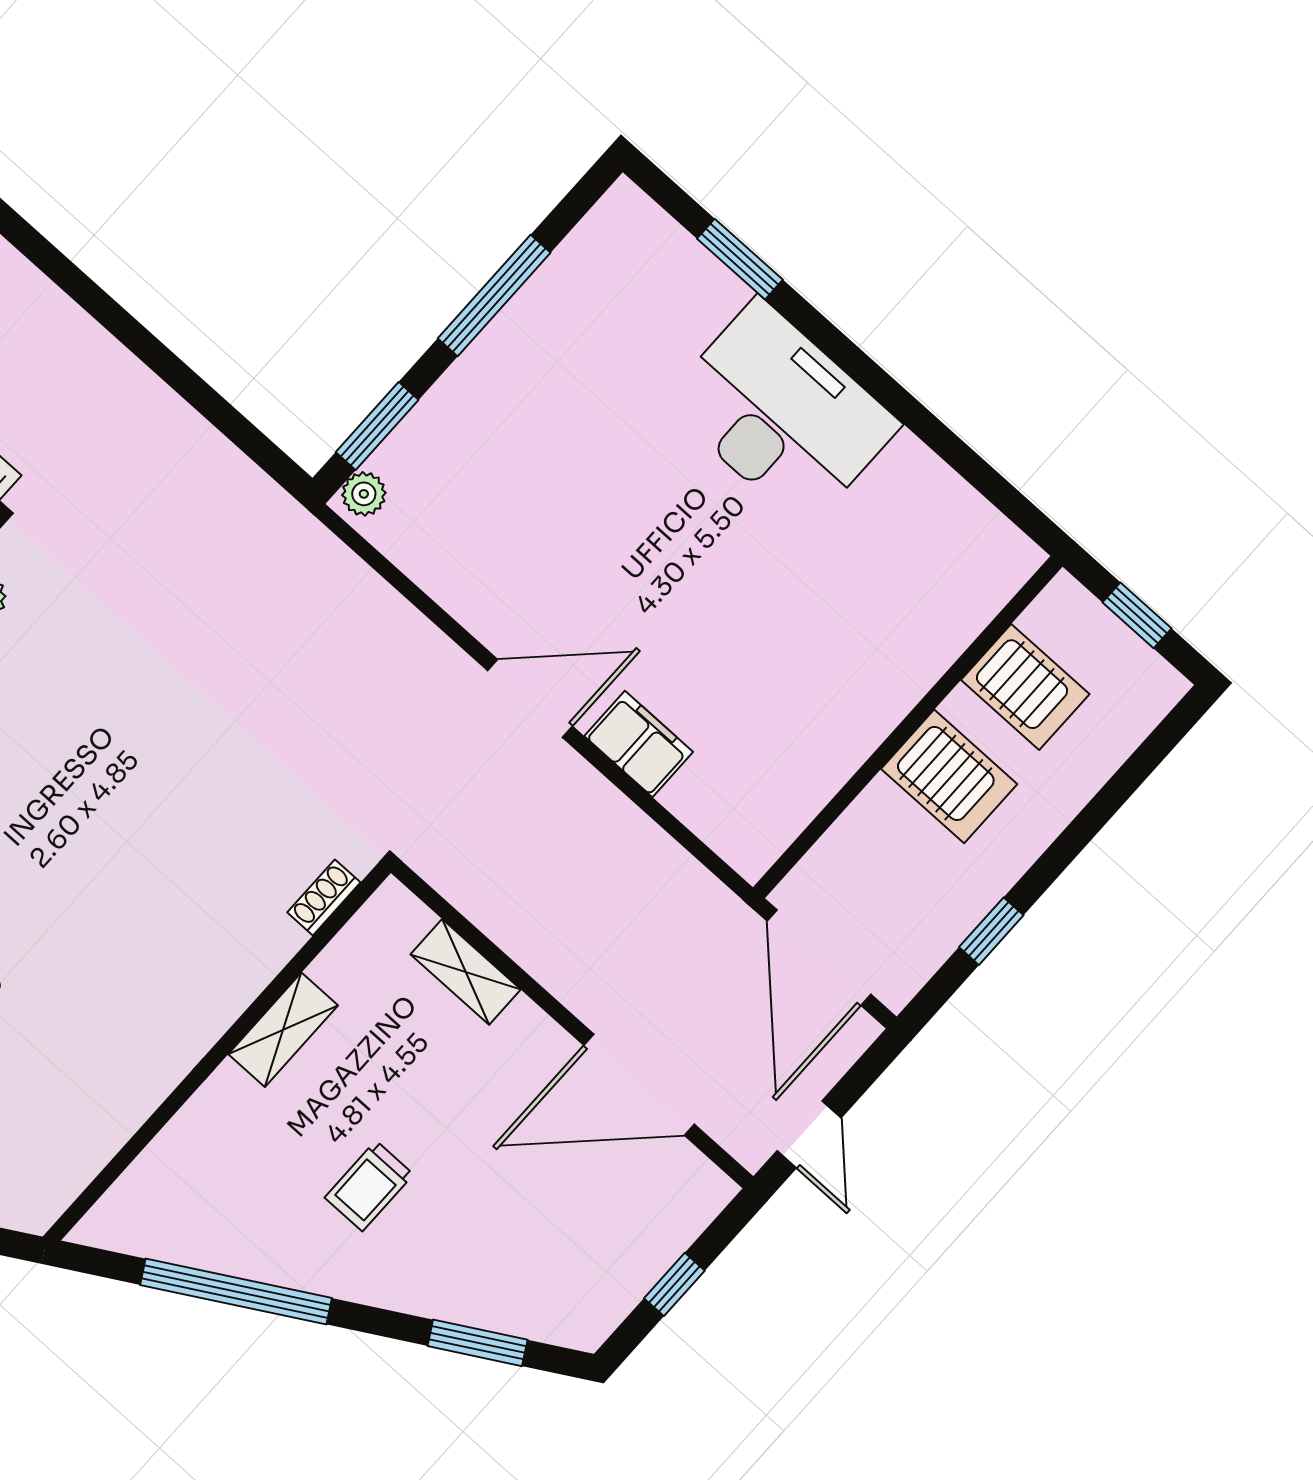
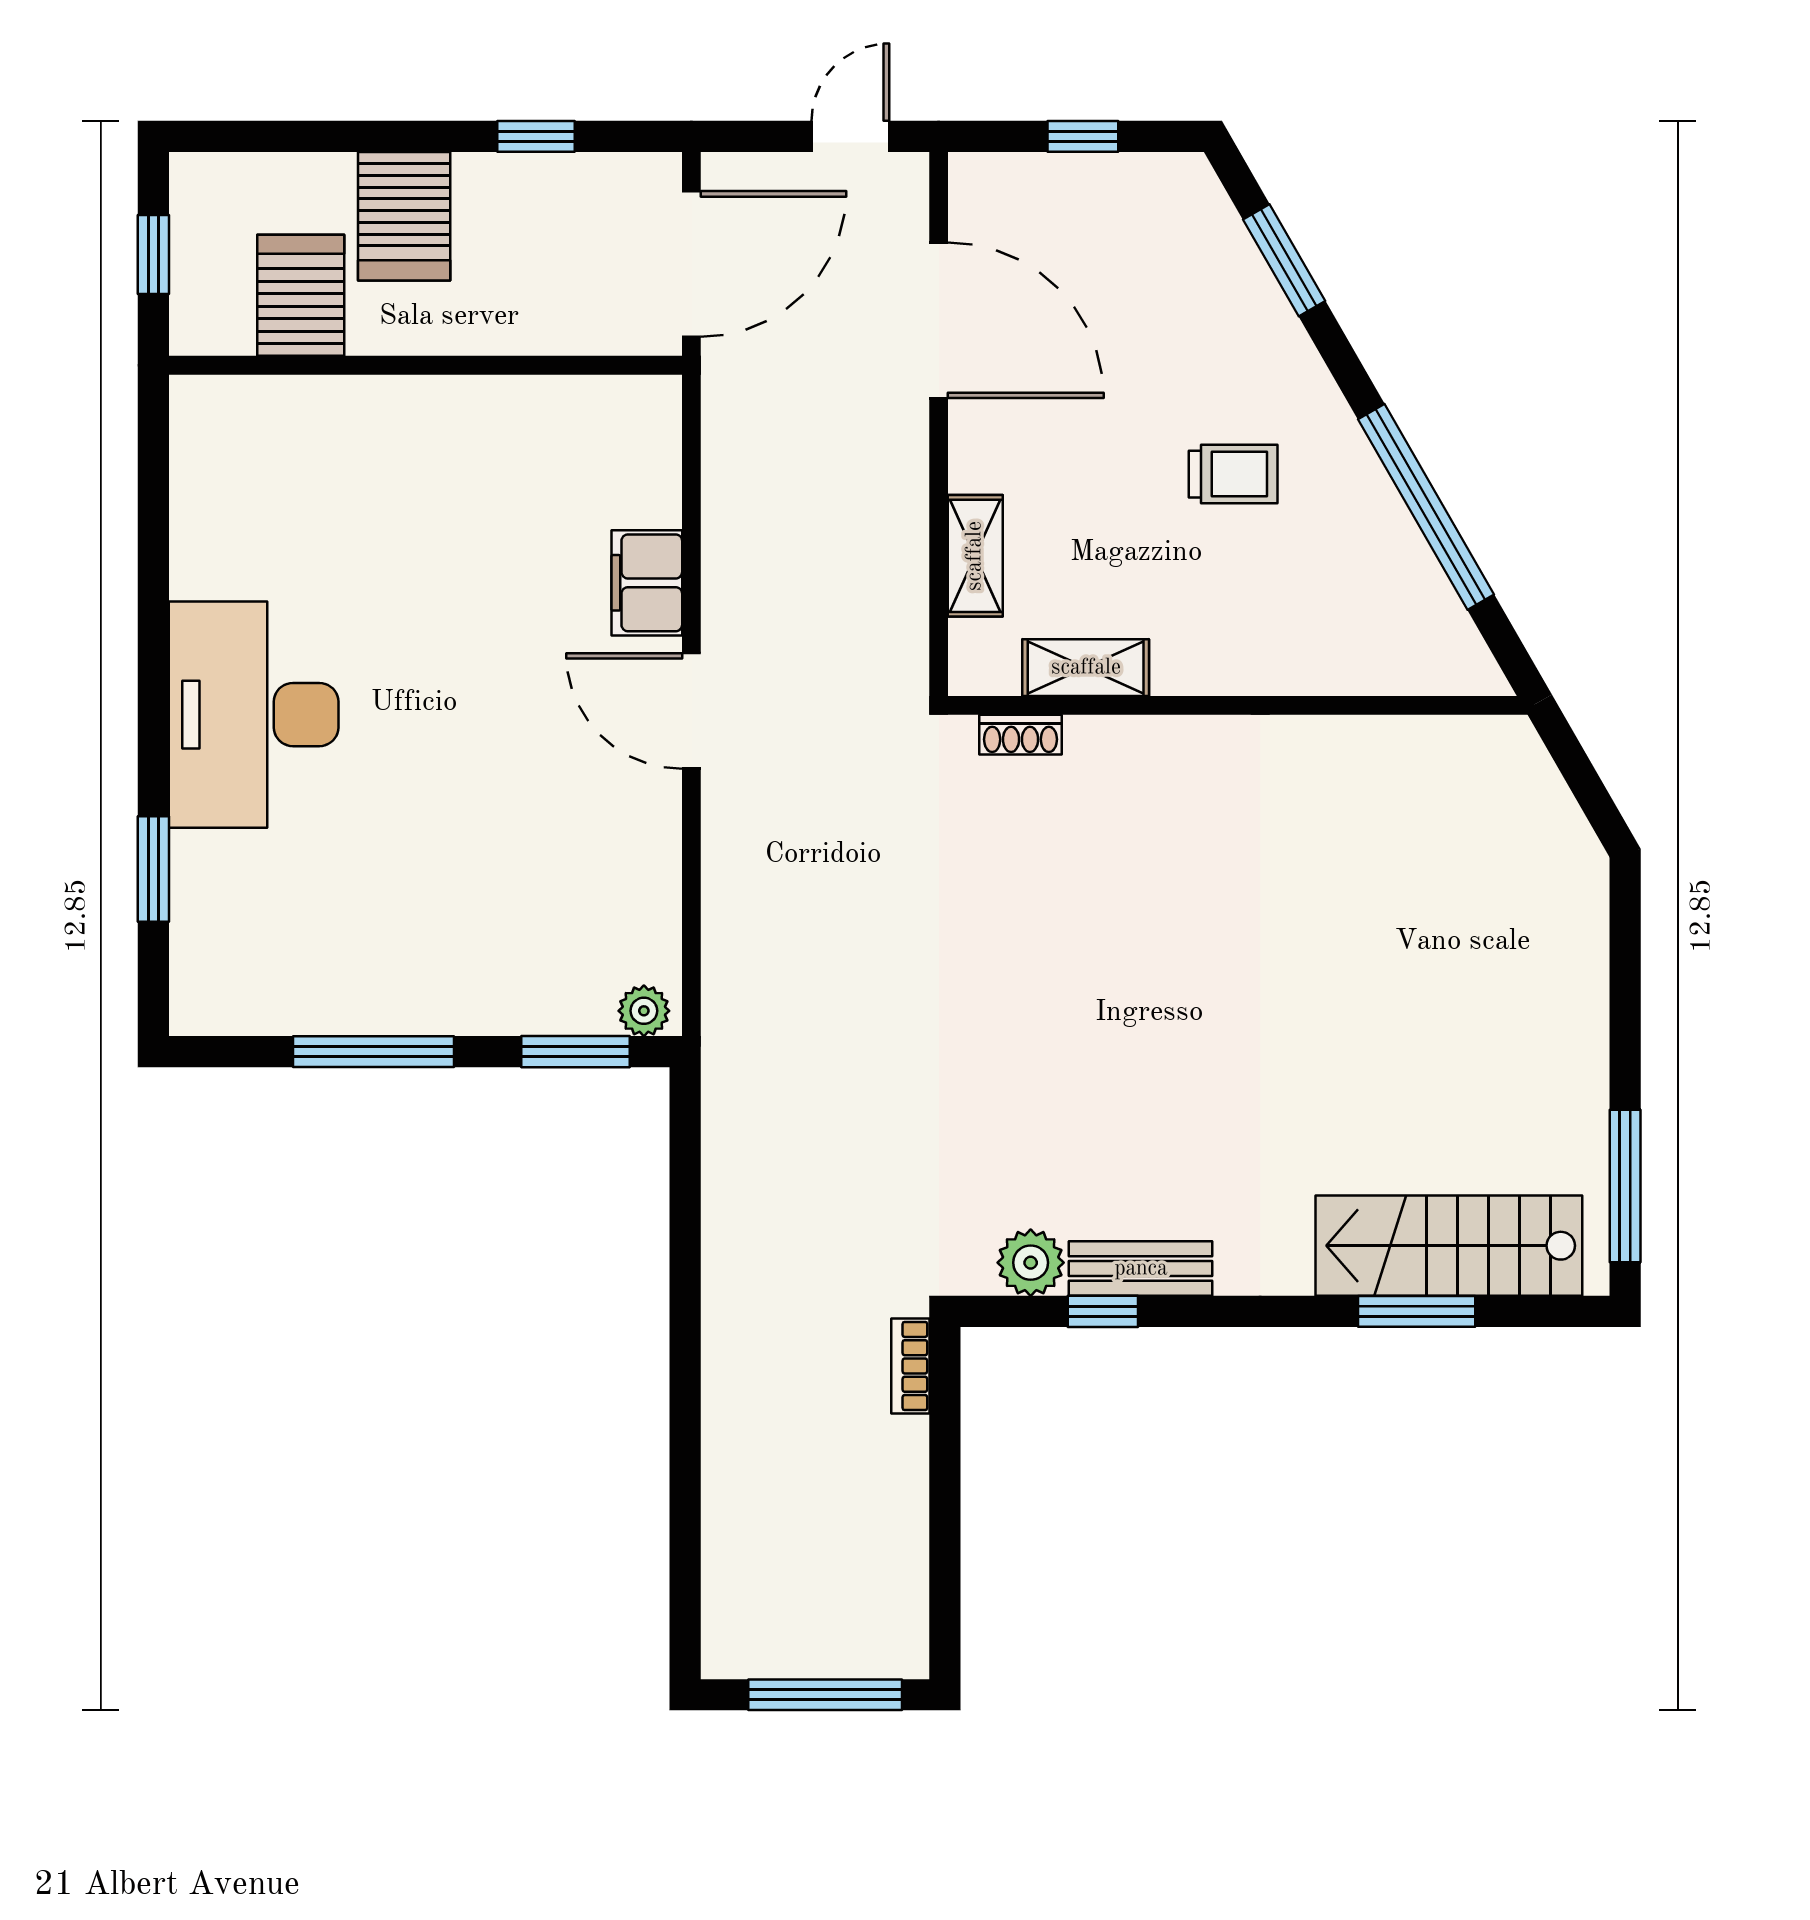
server rack: (949, 776) -> (404, 216), moved, turned 180
shelving: (283, 1030) -> (1086, 668), moved

